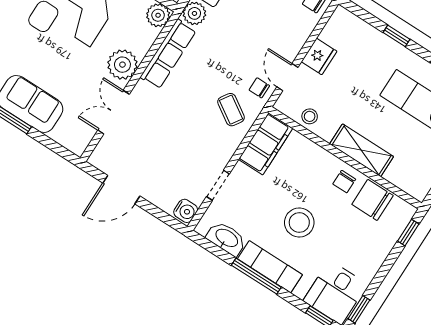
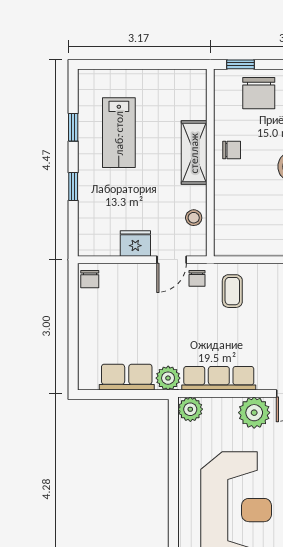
coffee table: (231, 110) -> (232, 291), turned -33
filing cabinet: (266, 144) -> (243, 241), removed
chair: (372, 200) -> (259, 93), moved

